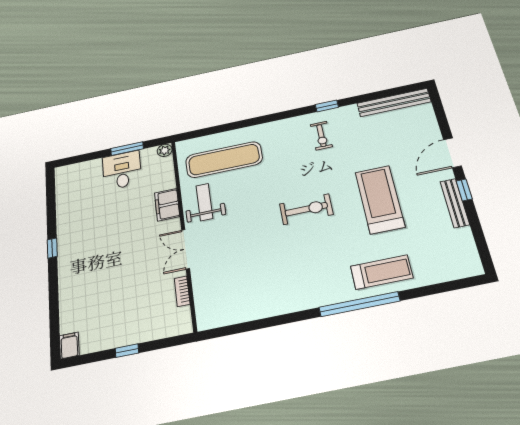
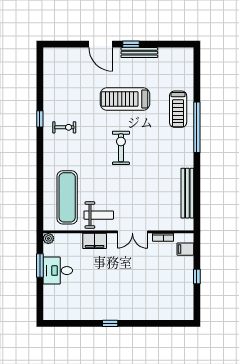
bench: (394, 103) -> (187, 193), moved
weight bench: (204, 202) -> (99, 215), turned 180
treadmill: (382, 272) -> (178, 109), turned 180
filing cabinet: (69, 345) -> (185, 249), moved

